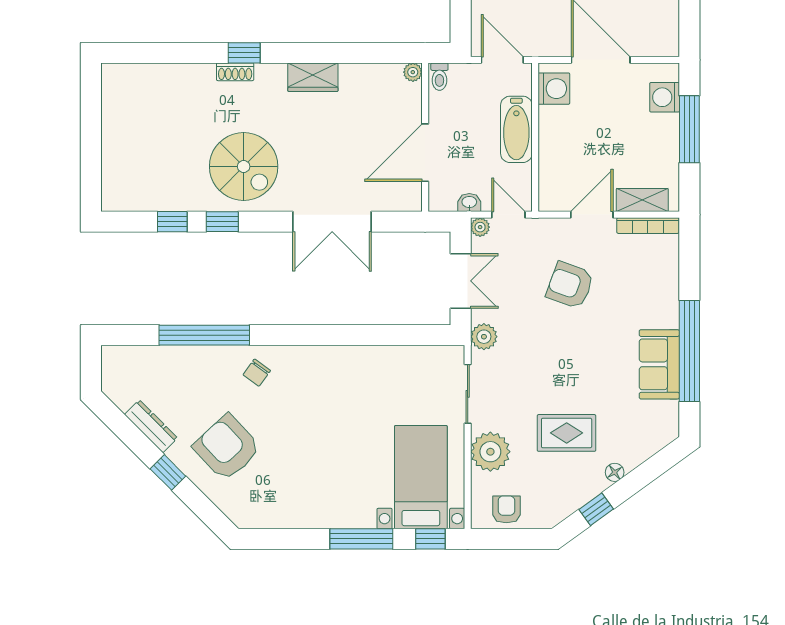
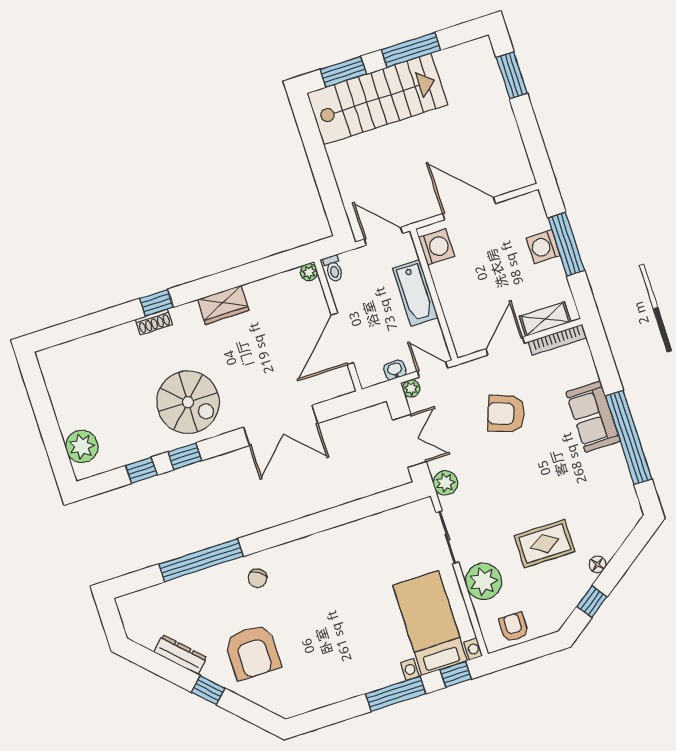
washing machine: (665, 97) -> (543, 247), moved
plant: (119, 177) -> (82, 446), added
sofa: (659, 364) -> (593, 417), moved
armchair: (227, 448) -> (253, 652), turned -137

